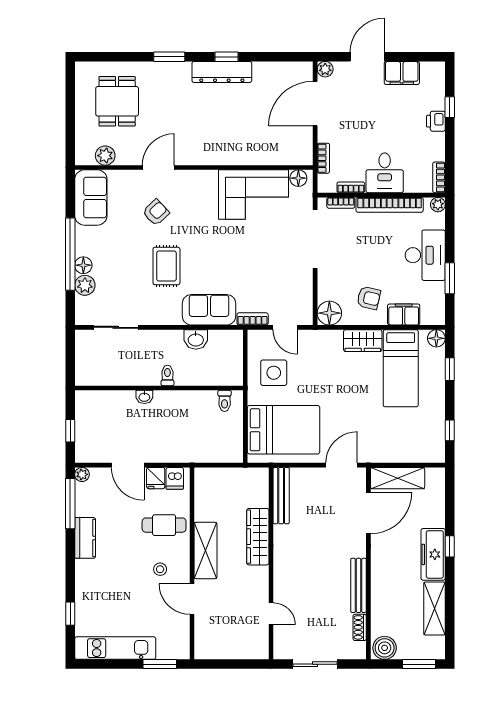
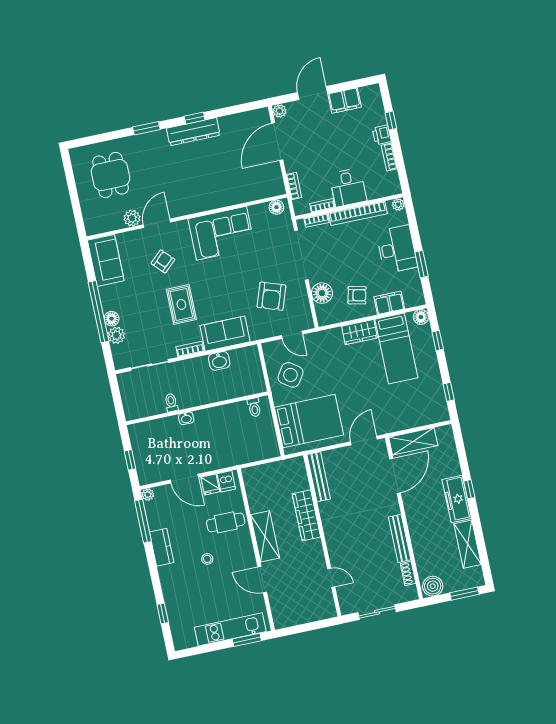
plant: (105, 156) -> (132, 218), moved
bookcase: (439, 177) -> (389, 157), moved
corner sofa: (254, 195) -> (221, 233), moved
armchair: (271, 278) -> (271, 296), added
floor lamp: (329, 313) -> (322, 293), moved
bookcase: (253, 319) -> (190, 349), moved
side table: (274, 373) -> (290, 375), turned 34
toilet: (167, 375) -> (171, 403), moved
stool: (160, 569) -> (207, 559), moved
kitchen unit: (115, 648) -> (230, 629), moved

